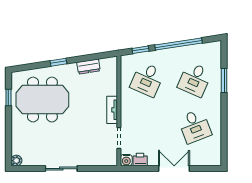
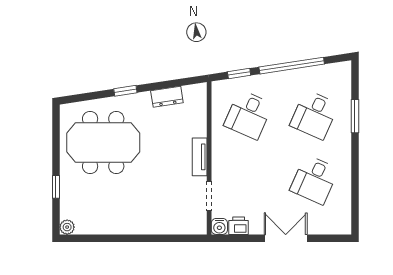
window: (8, 98) -> (56, 187), moved
desk: (195, 126) -> (314, 180), turned 45
sliding door: (61, 169) -> (129, 238), removed

